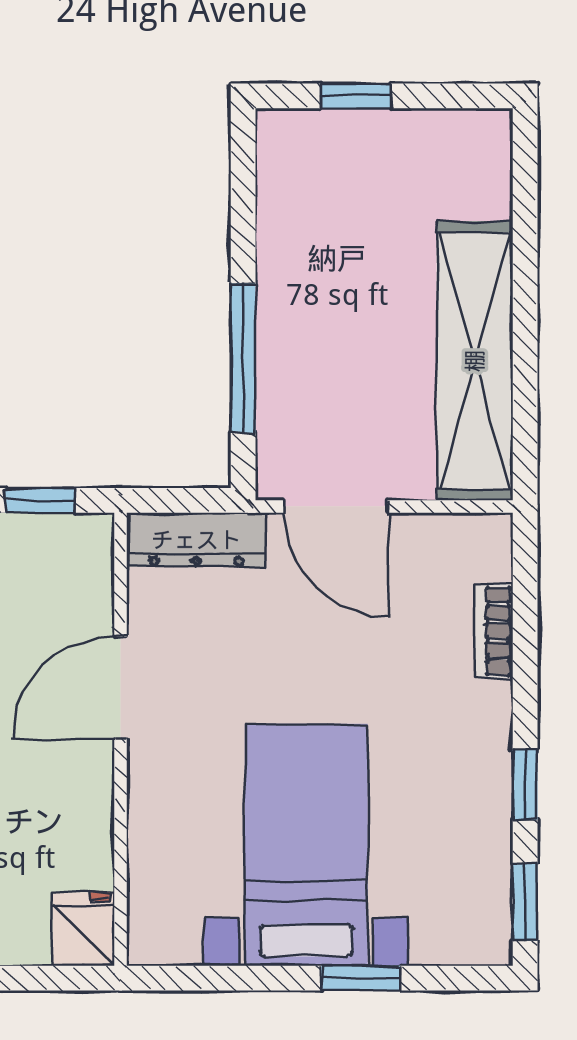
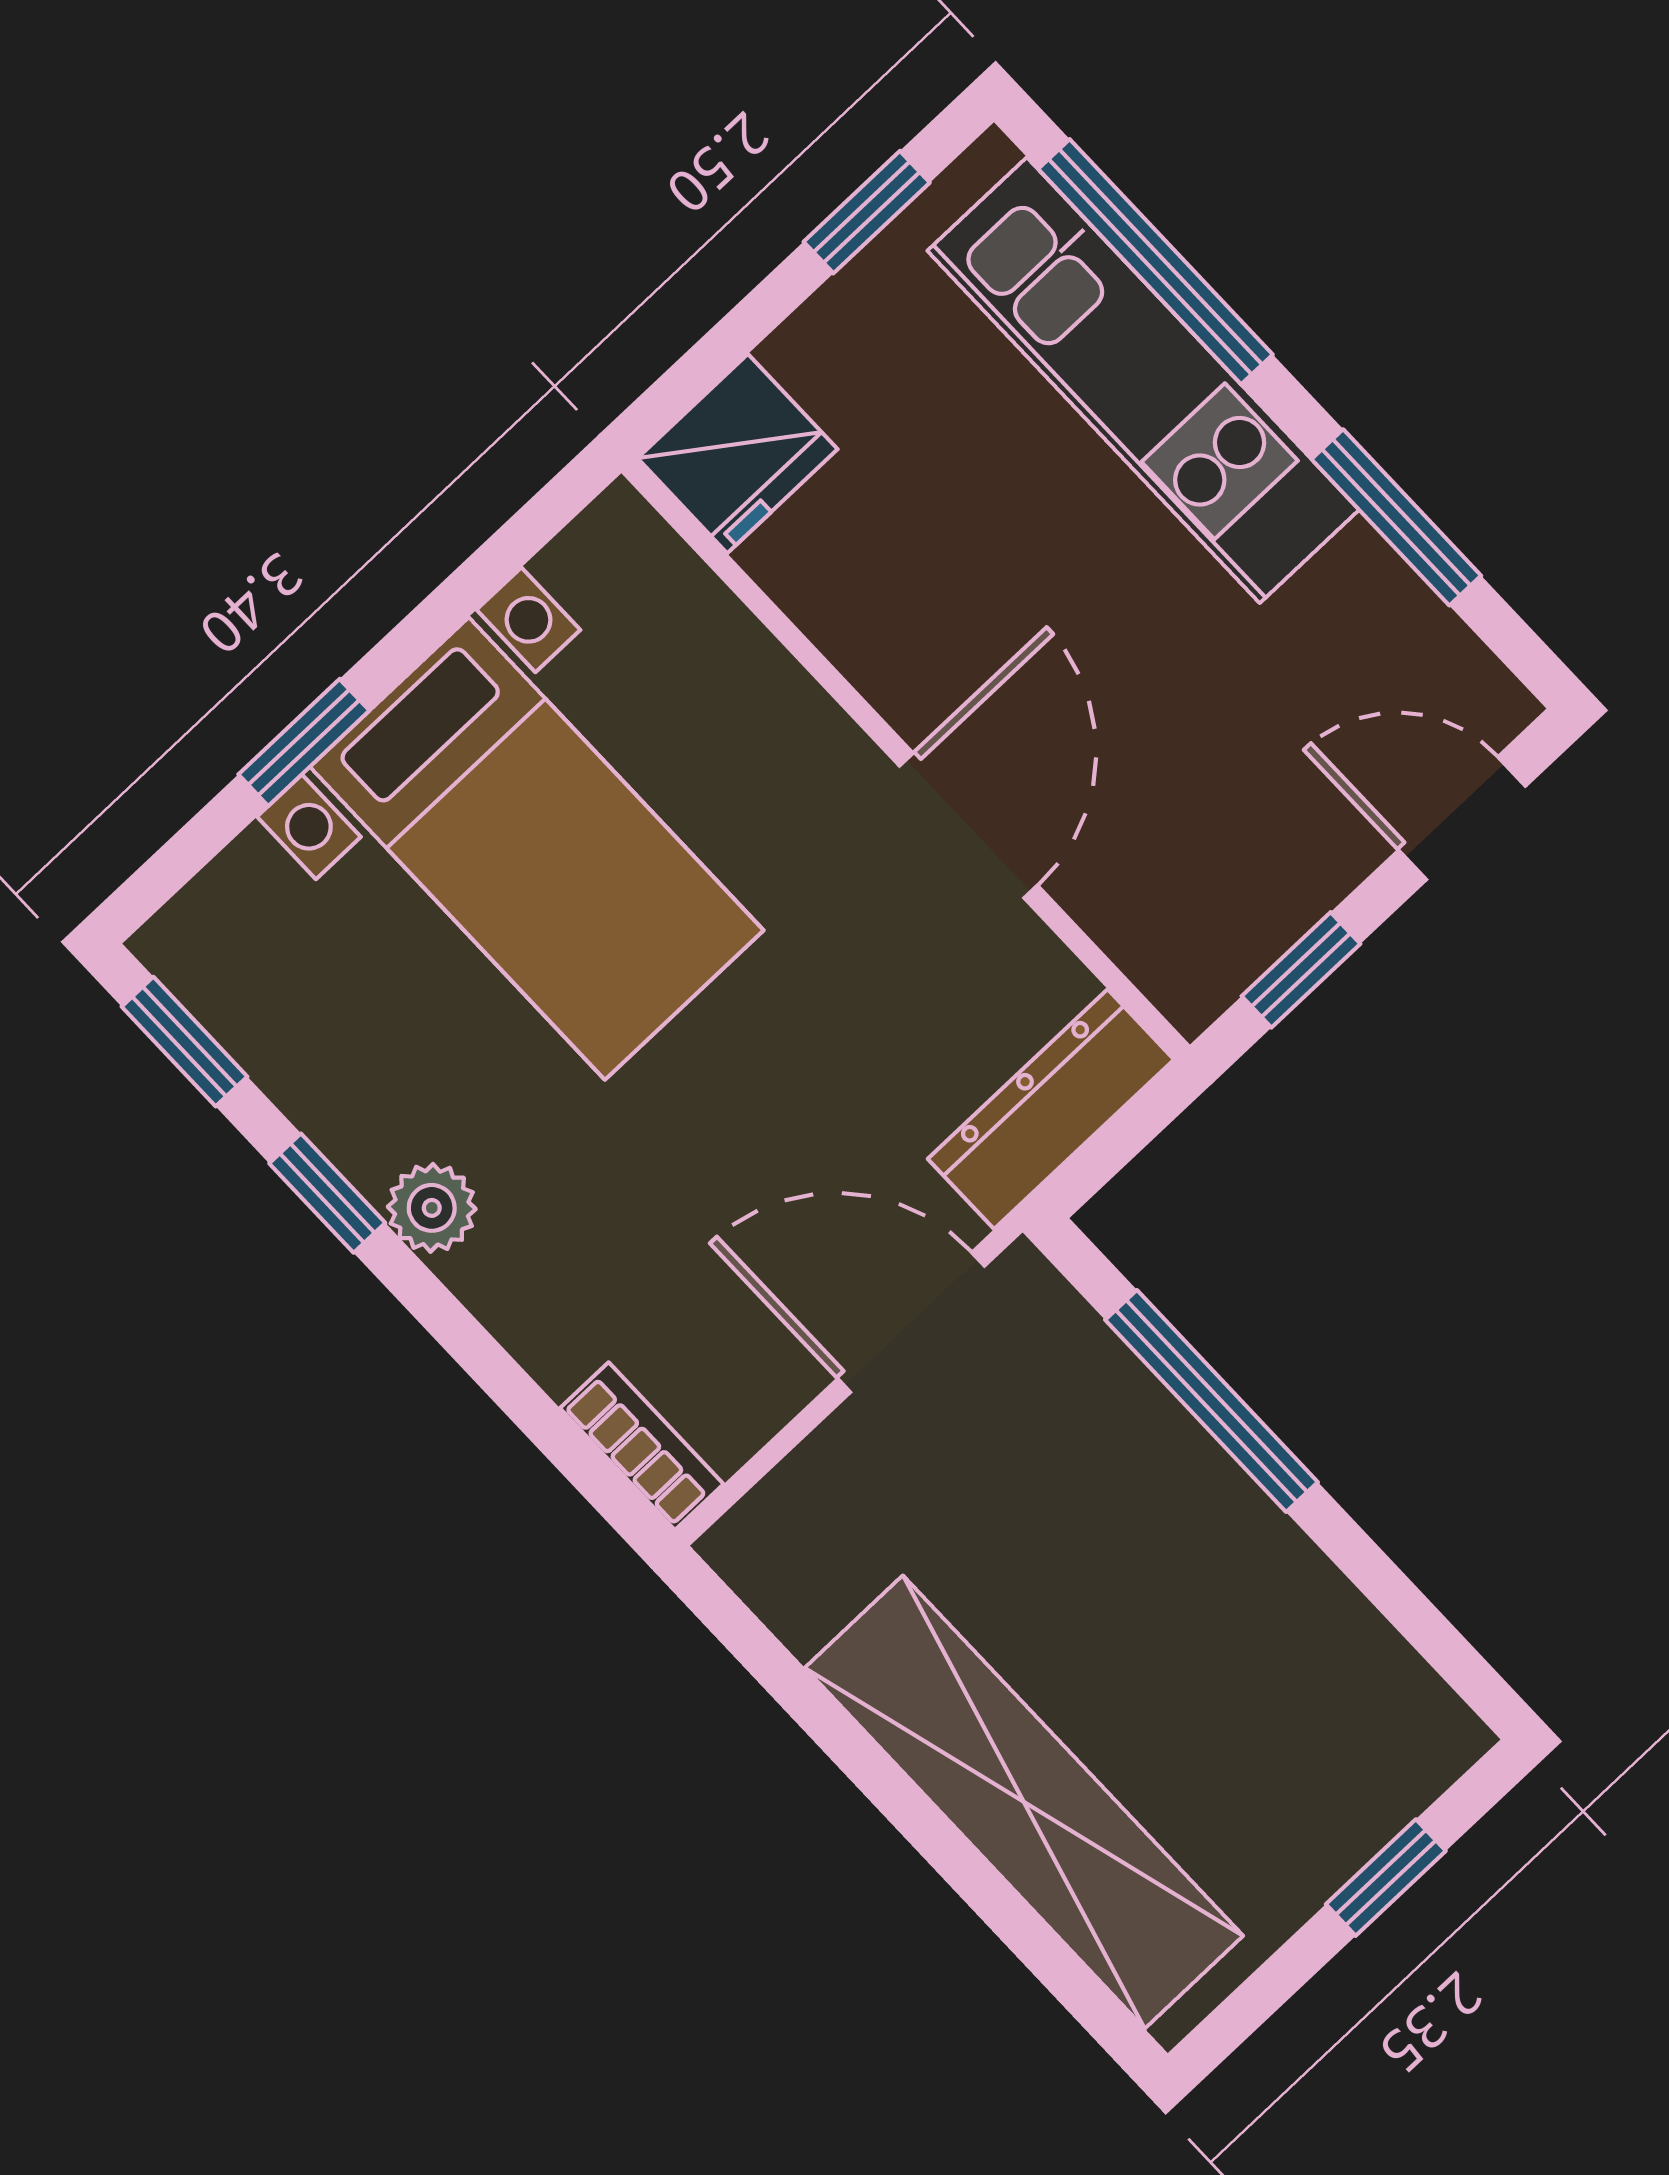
shelving: (475, 361) -> (1024, 1802), moved
bookcase: (494, 631) -> (642, 1446), moved
plant: (488, 738) -> (432, 1208), added
fridge: (84, 929) -> (737, 454), width x1.38

